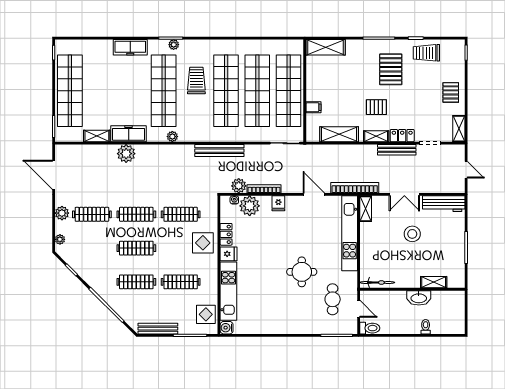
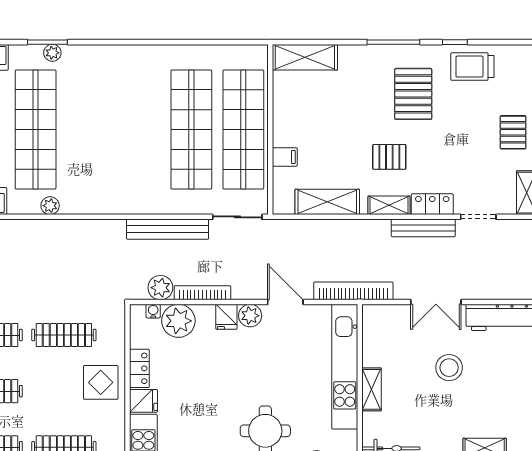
trolley: (196, 80) -> (90, 112), removed
shop shelf: (226, 91) -> (139, 129), removed
bench: (219, 151) -> (168, 229), moved
plant: (293, 203) -> (250, 316), added
shelving: (366, 209) -> (372, 389), moved

